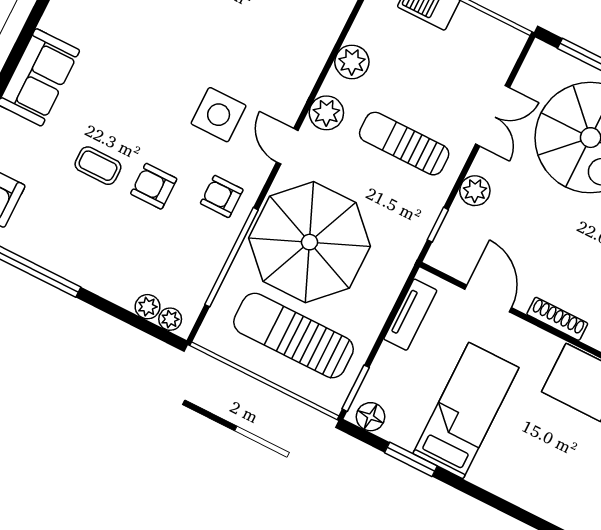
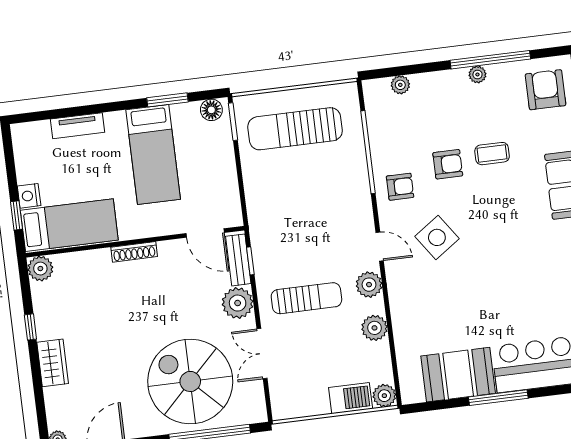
side table: (219, 115) -> (437, 237), turned -35
plant: (475, 191) -> (238, 303), width x1.36, depth x1.36
bench: (450, 234) -> (238, 260), added
parasol: (310, 242) -> (325, 195), removed
door: (488, 299) -> (205, 233), moved
tv unit: (410, 315) -> (78, 126), moved, turned -90
plant: (170, 319) -> (477, 74), moved
sun lounger: (294, 335) -> (295, 129), turned 180

